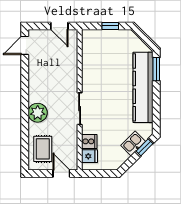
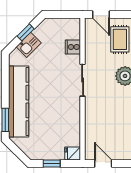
window: (144, 147) -> (26, 32), moved
fridge: (90, 156) -> (73, 154), moved

